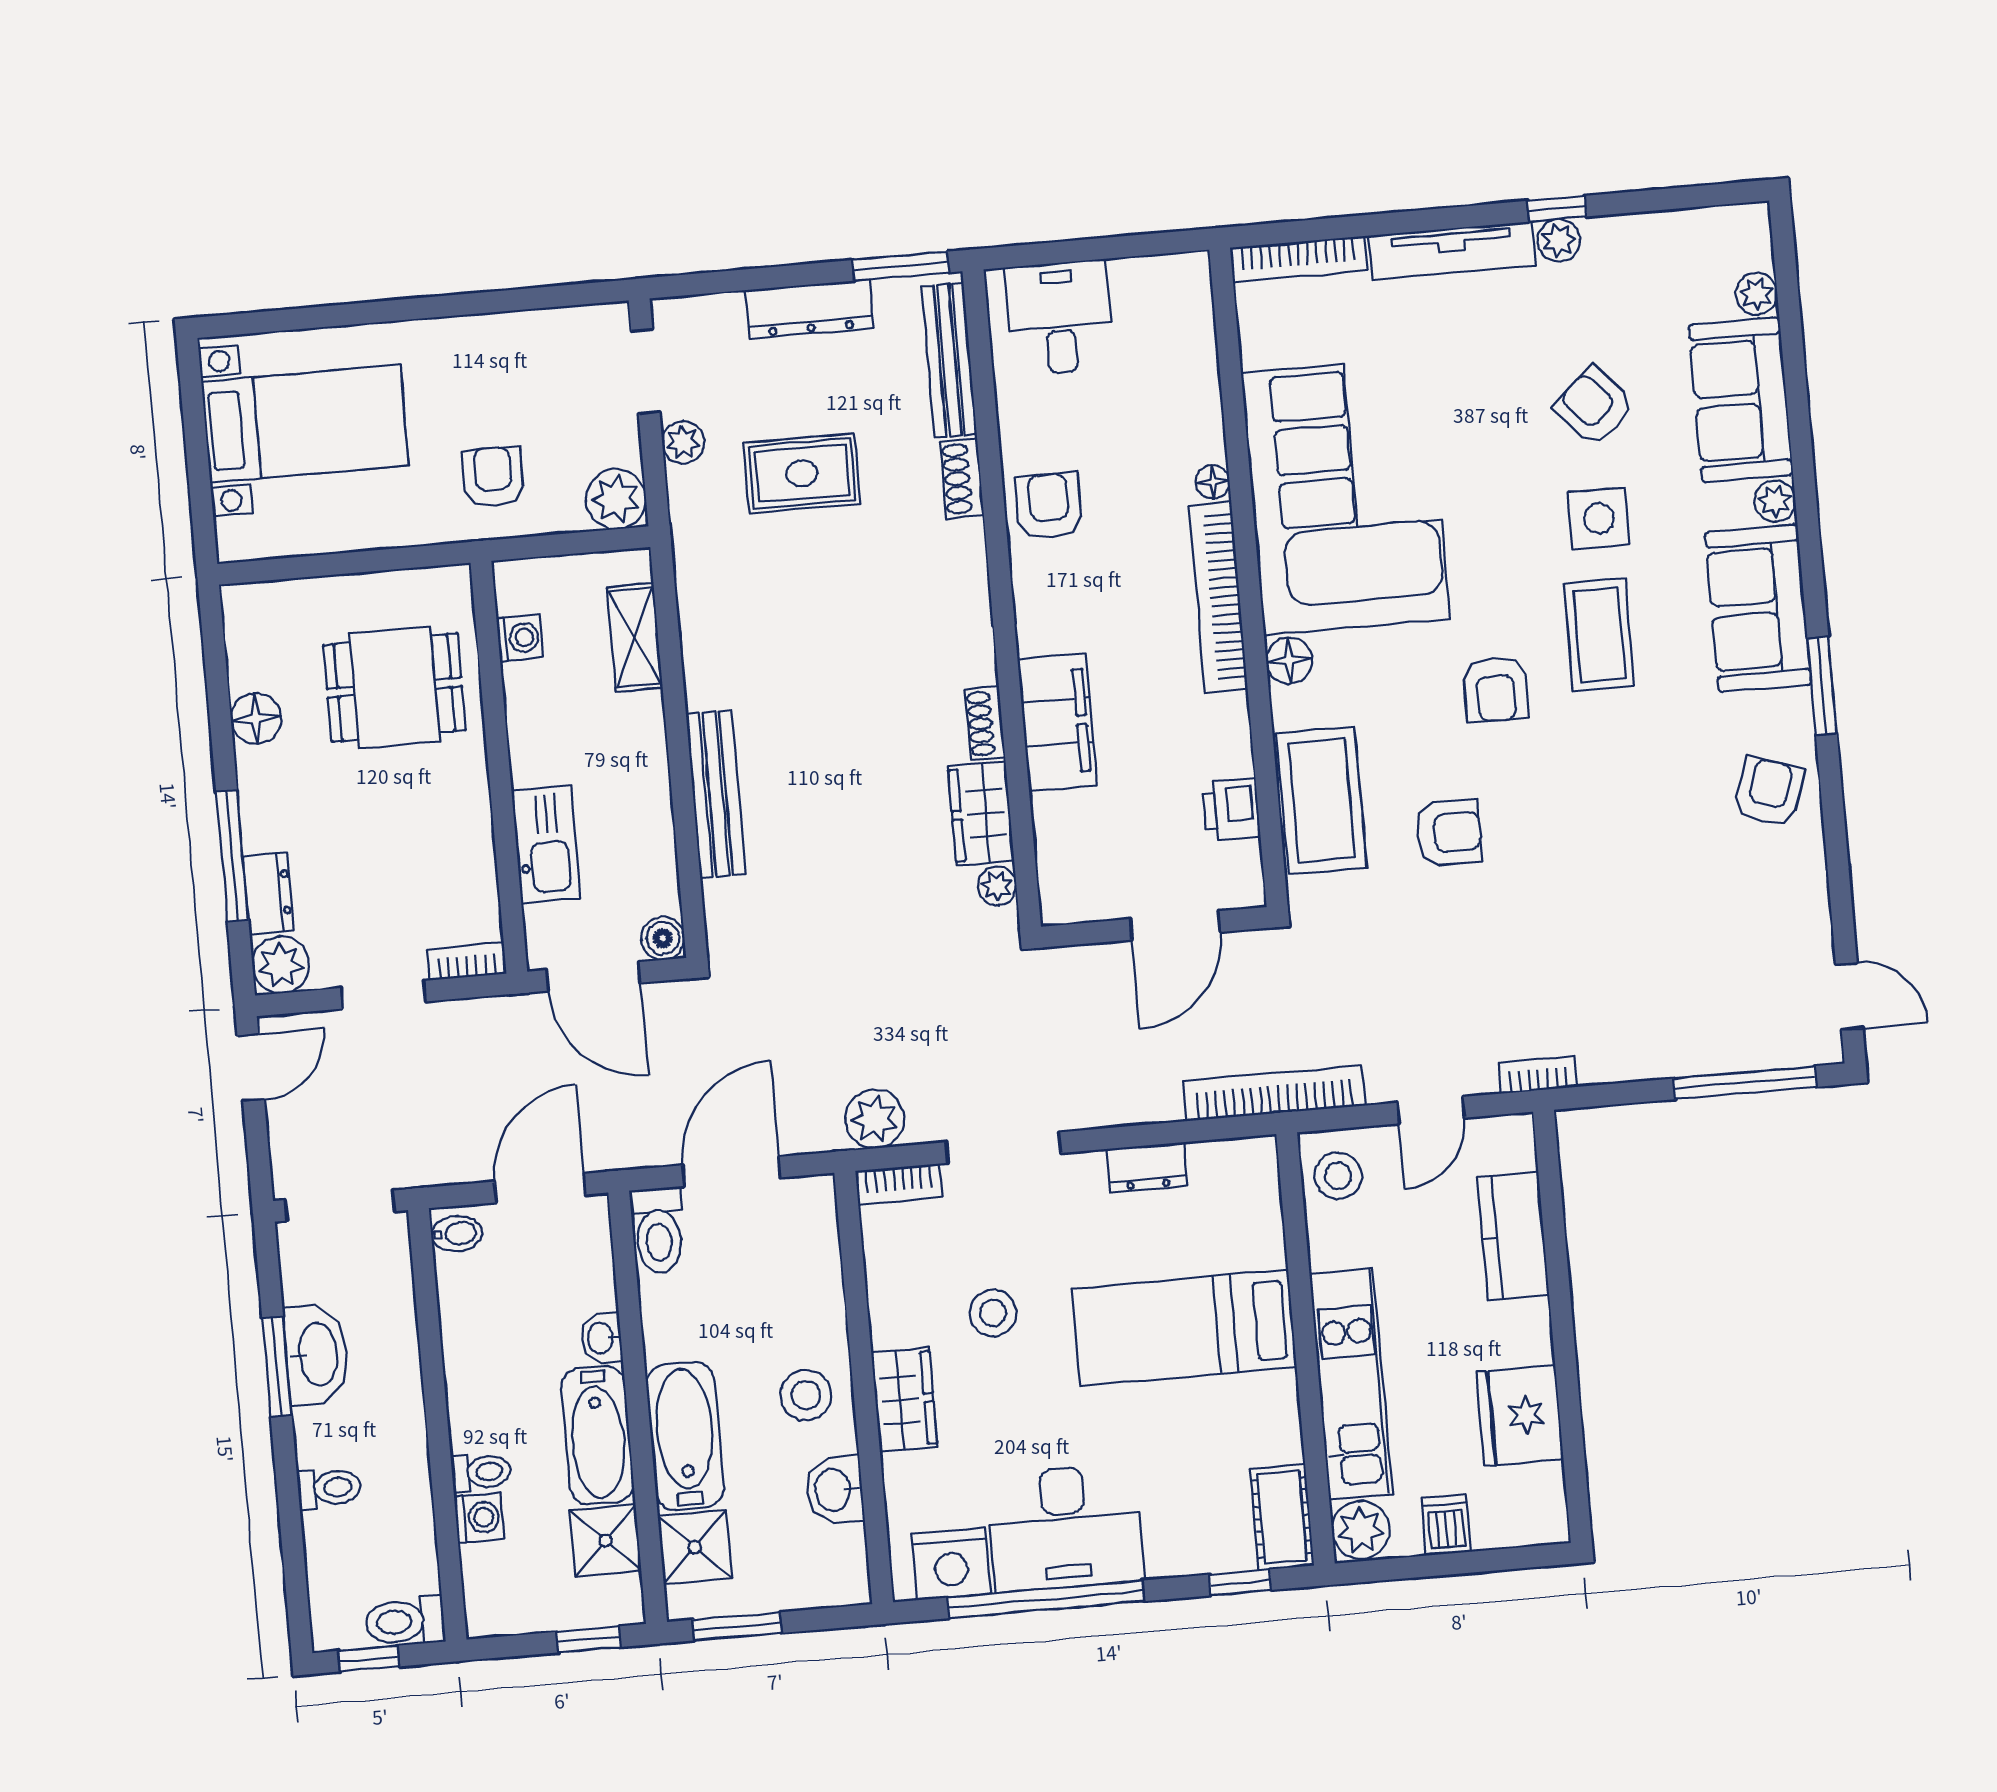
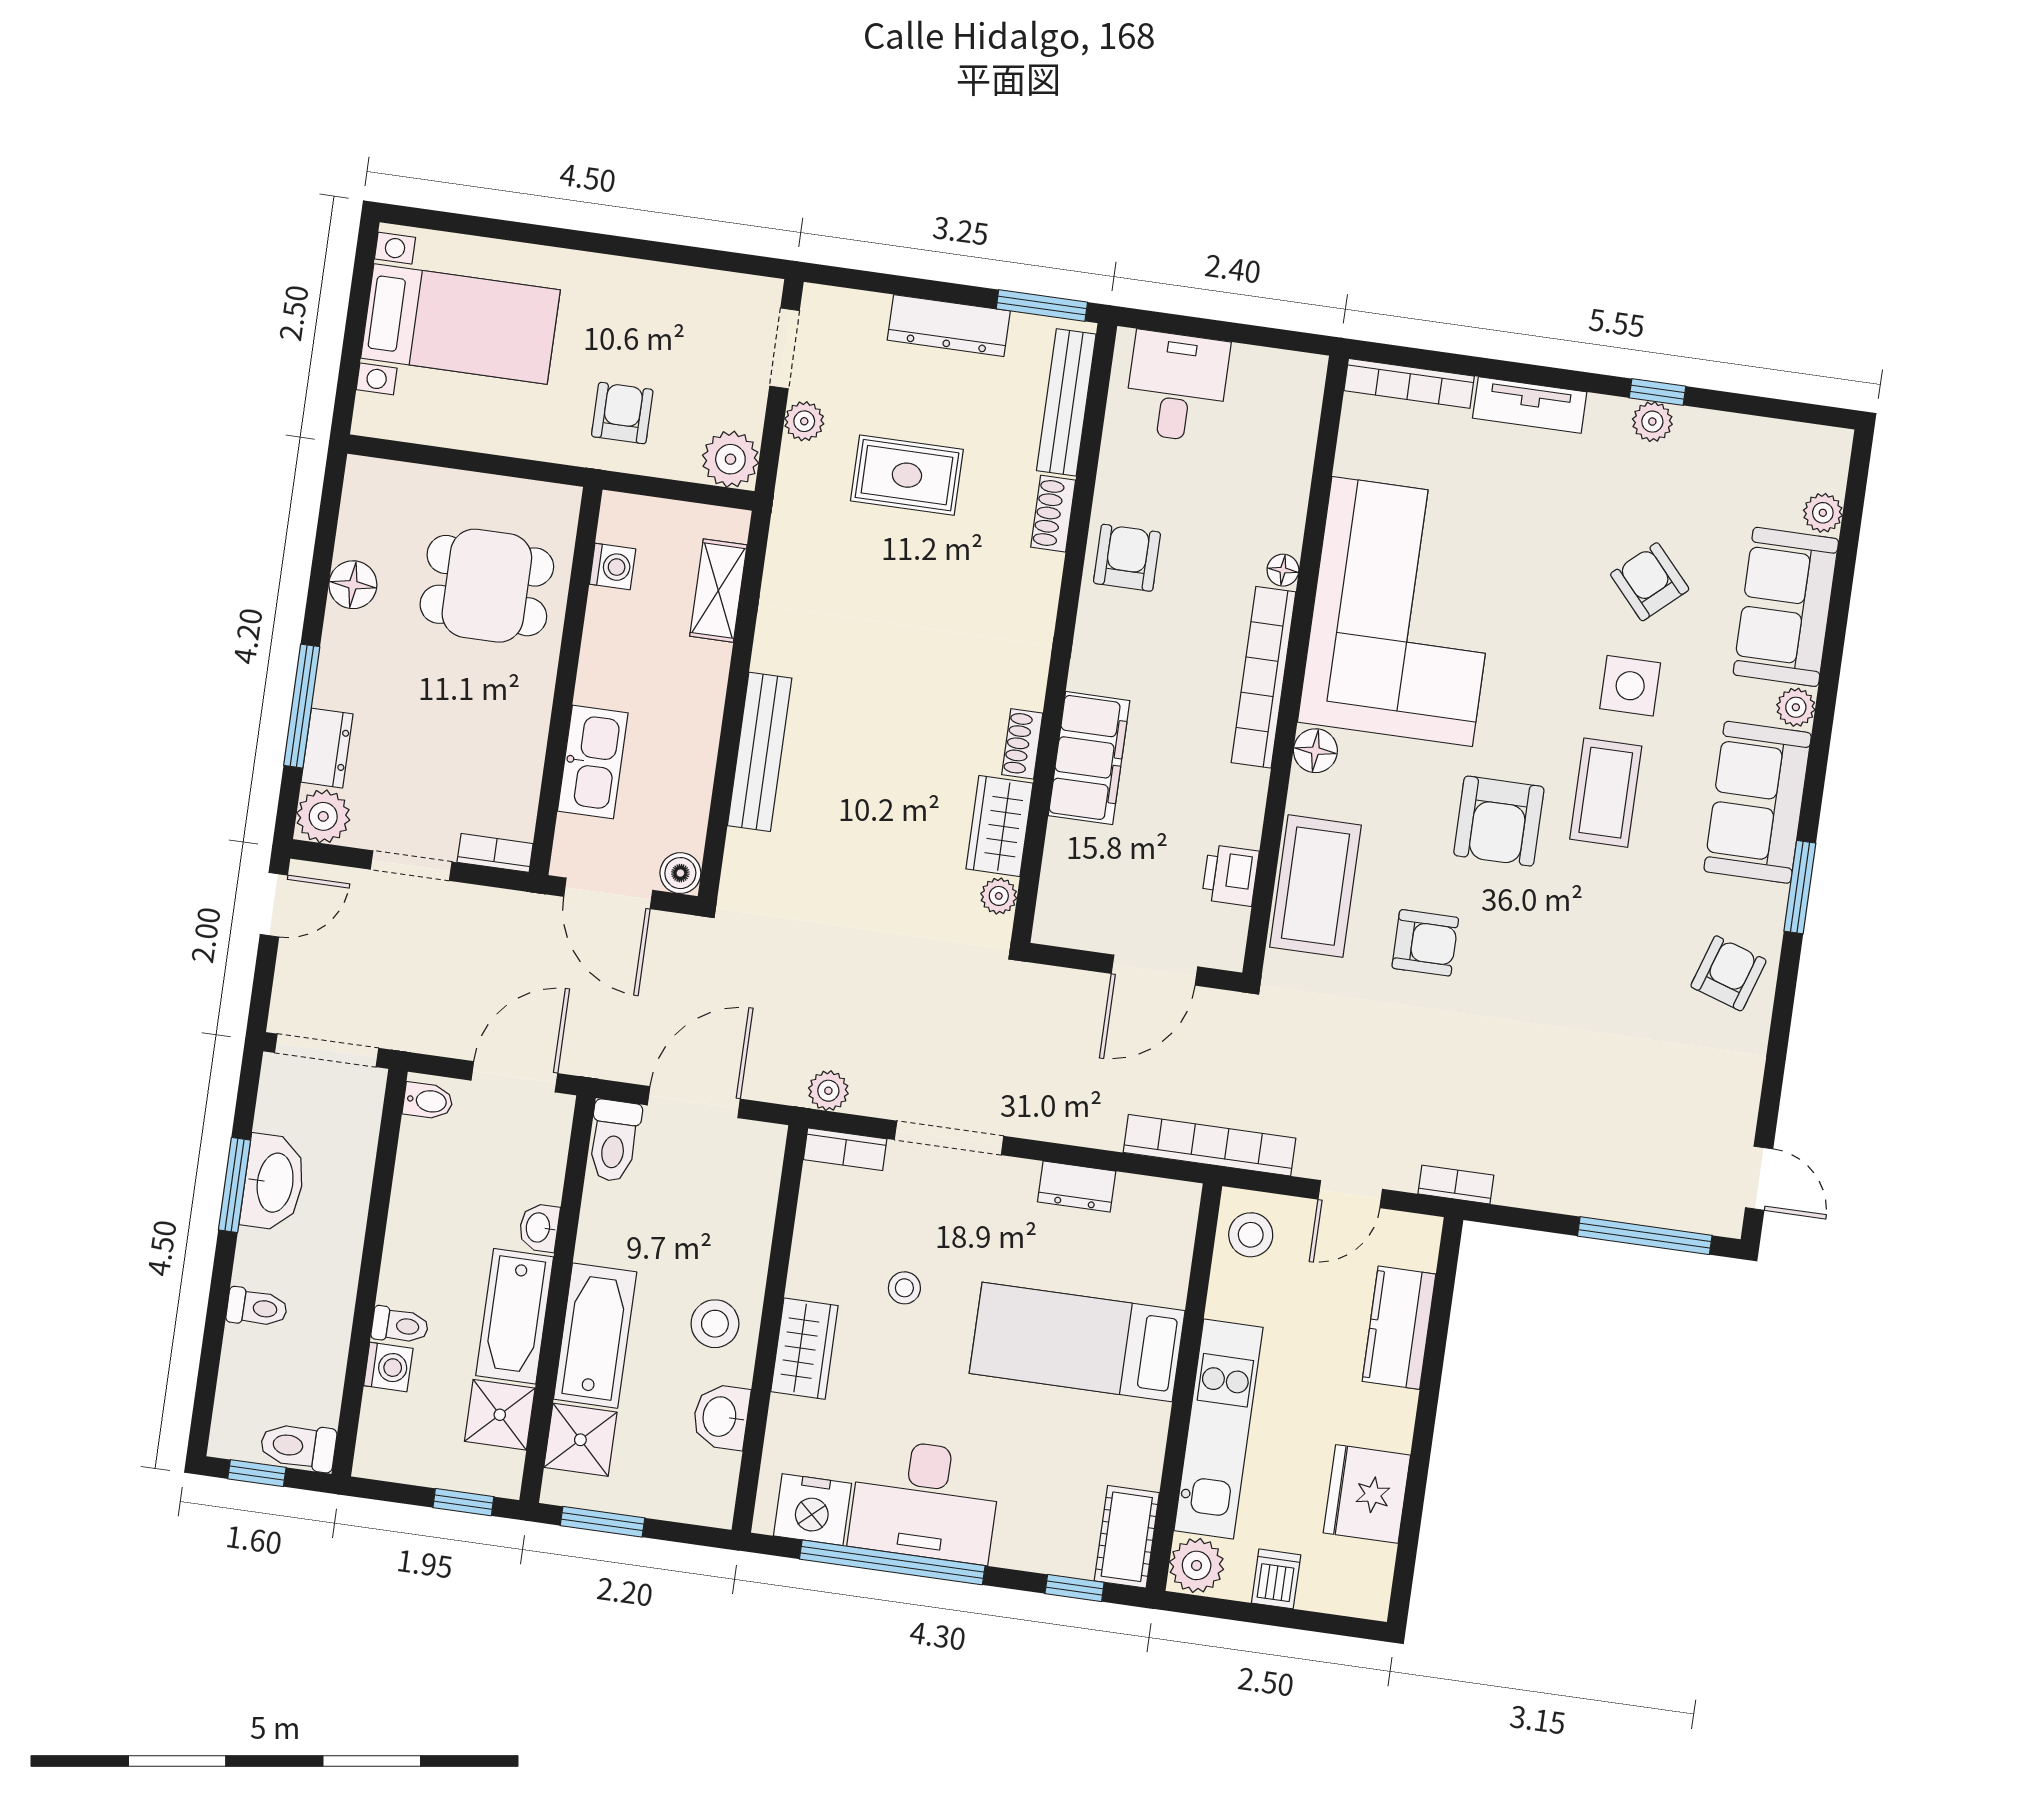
tv unit: (1452, 251) -> (1530, 405), width x0.71
armchair: (1496, 689) -> (1499, 821), width x1.38, depth x1.38
plant: (875, 1119) -> (828, 1091), width x0.73, depth x0.73
stool: (993, 1313) -> (904, 1288), width x0.73, depth x0.73

